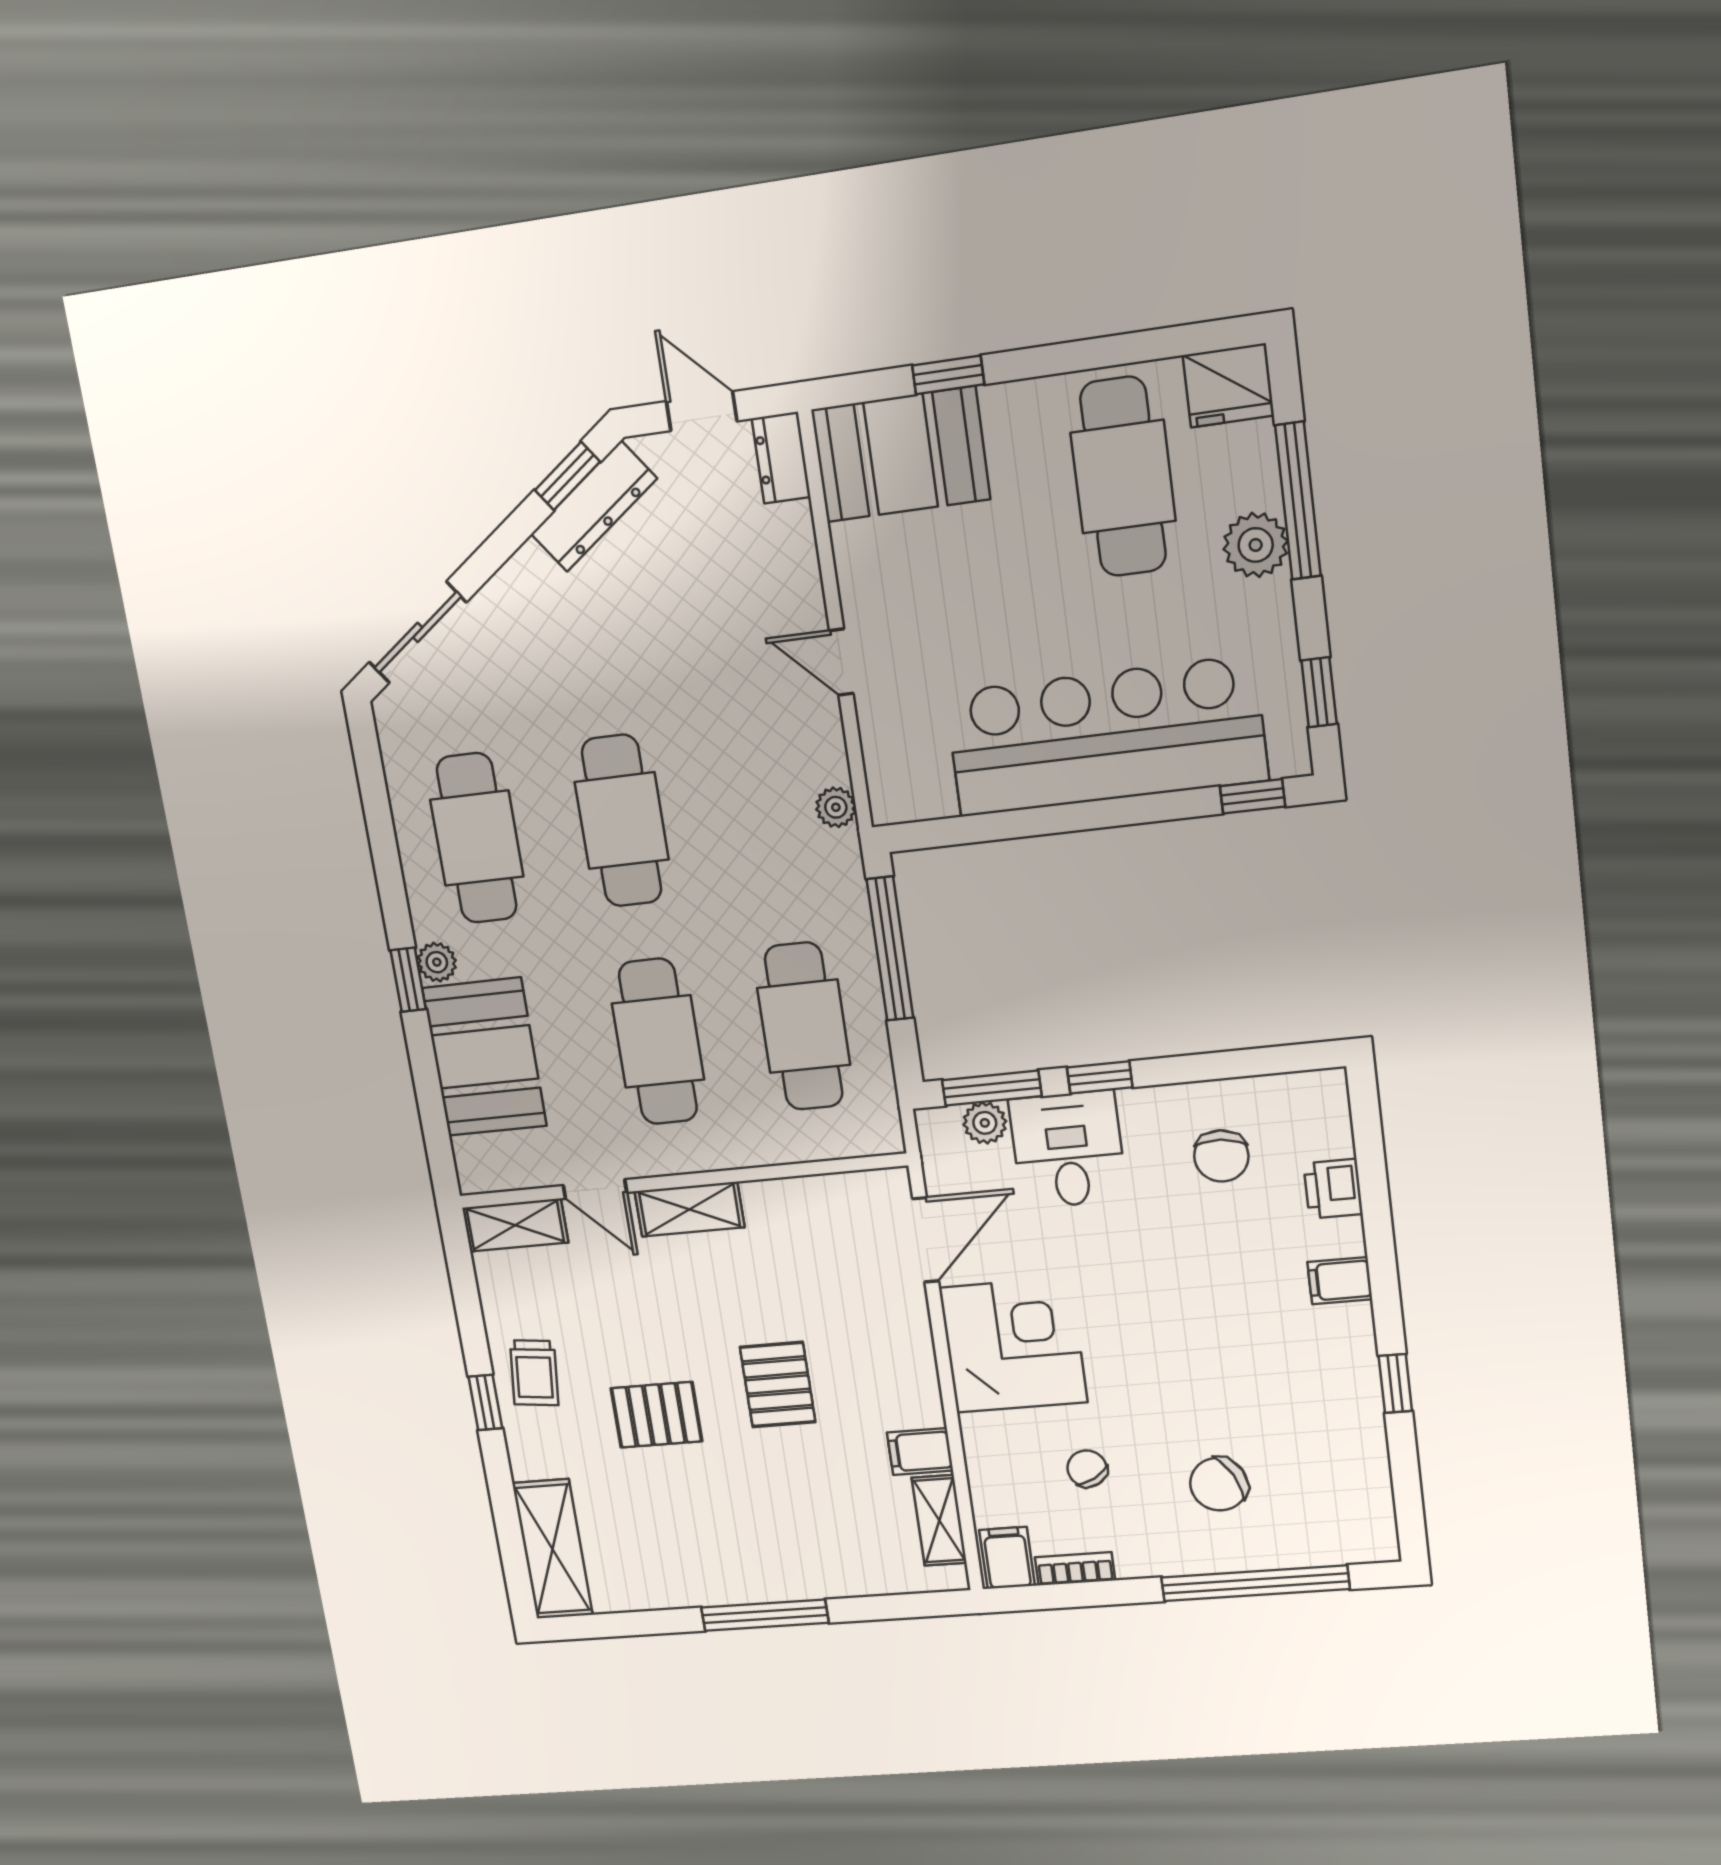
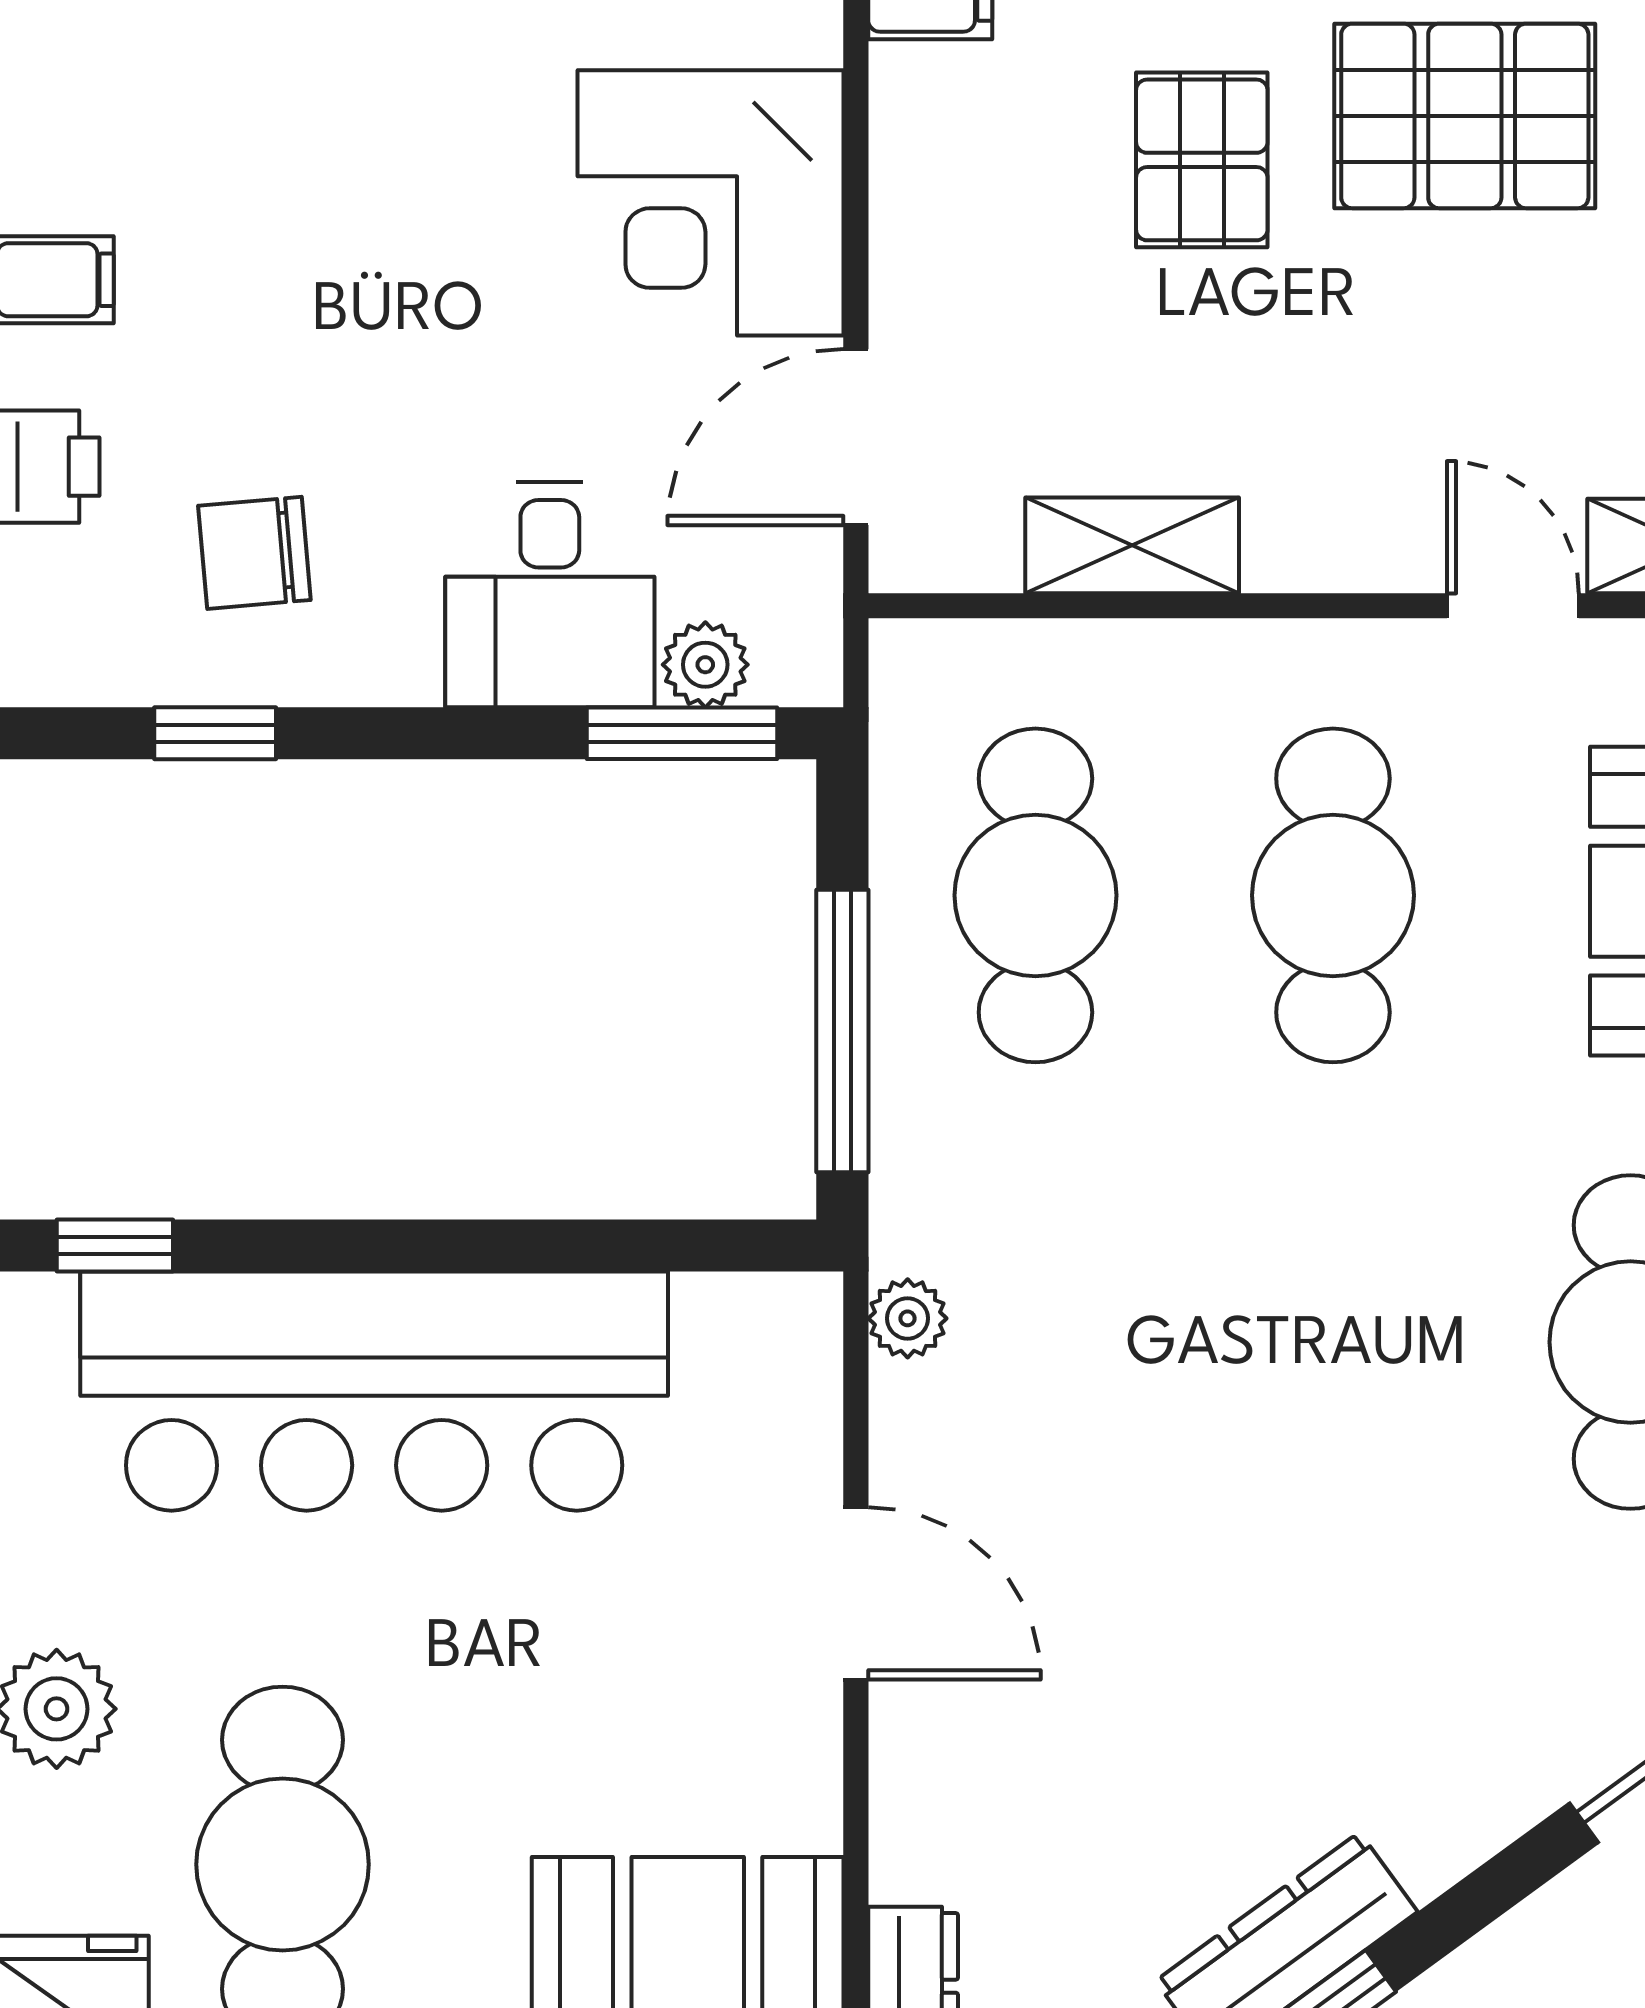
door: (841, 662) -> (856, 1593), width x1.38
cafe table: (622, 821) -> (1333, 1342), removed
window: (1100, 1077) -> (215, 733), moved
chair: (1221, 1156) -> (254, 553), turned -99
shelving: (689, 1209) -> (1132, 545), moved
pallet: (656, 1415) -> (1465, 116), width x1.50, depth x1.42

